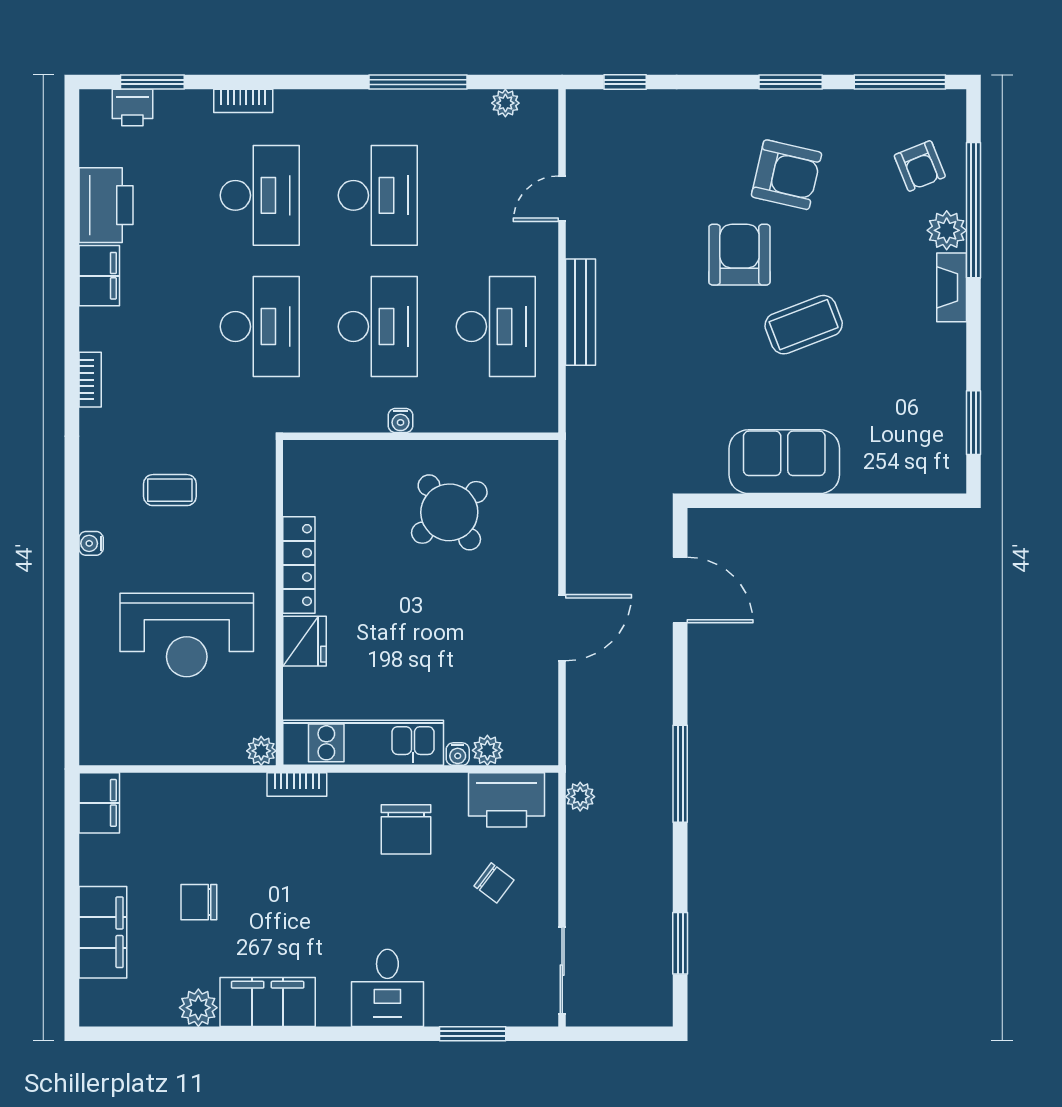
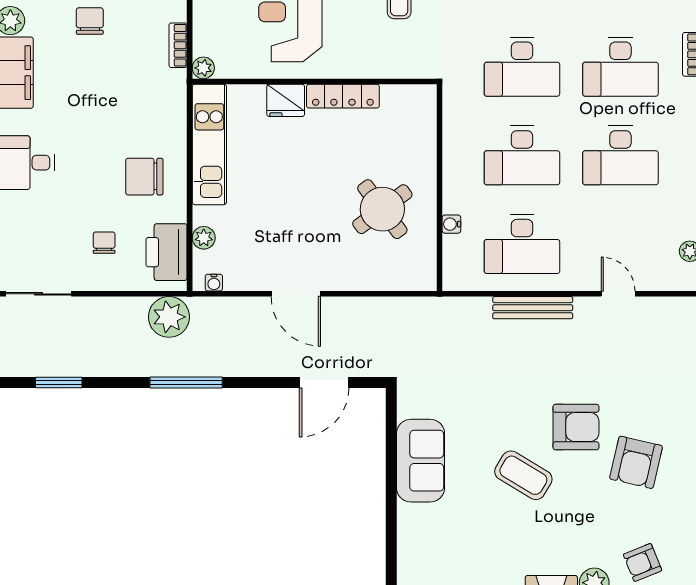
coffee table: (804, 325) -> (523, 475), turned -38
water cooler: (400, 420) -> (451, 224), moved
water cooler: (458, 754) -> (214, 283), moved, turned -90
bookcase: (297, 785) -> (178, 45), moved
plant: (580, 797) -> (169, 317), width x1.87, depth x1.87
chair: (494, 883) -> (104, 243), turned 143

